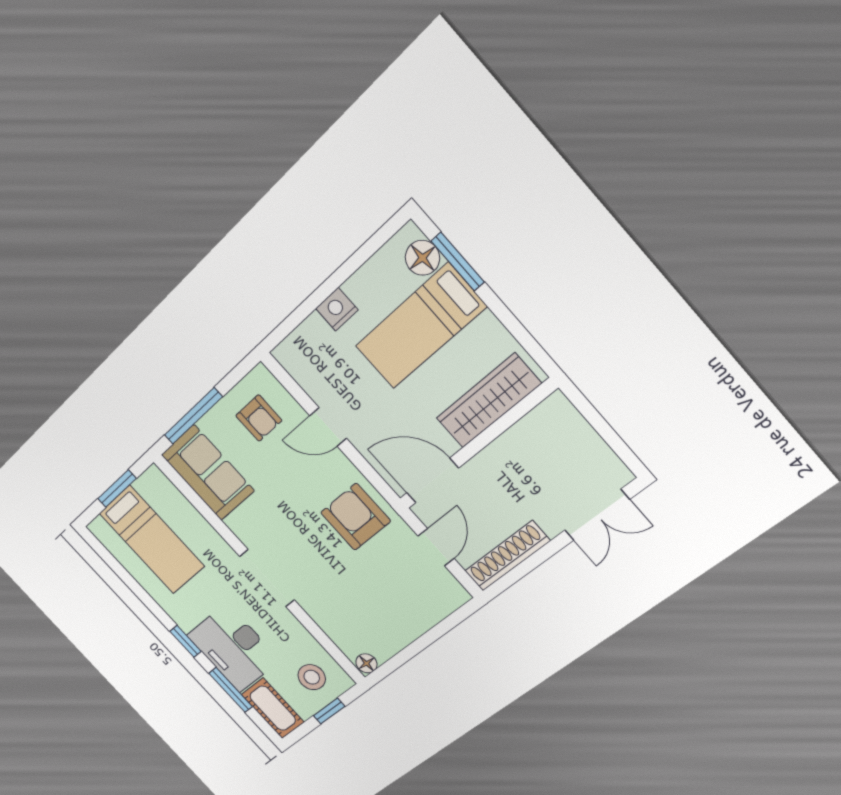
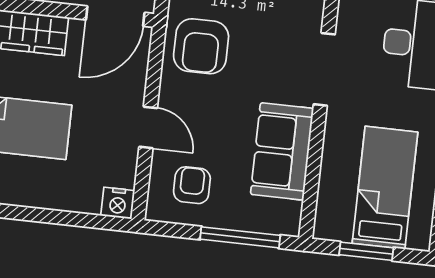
nightstand: (337, 309) -> (118, 203), moved
sofa: (208, 473) -> (282, 151), moved
door: (432, 481) -> (115, 16), hinge flipped

